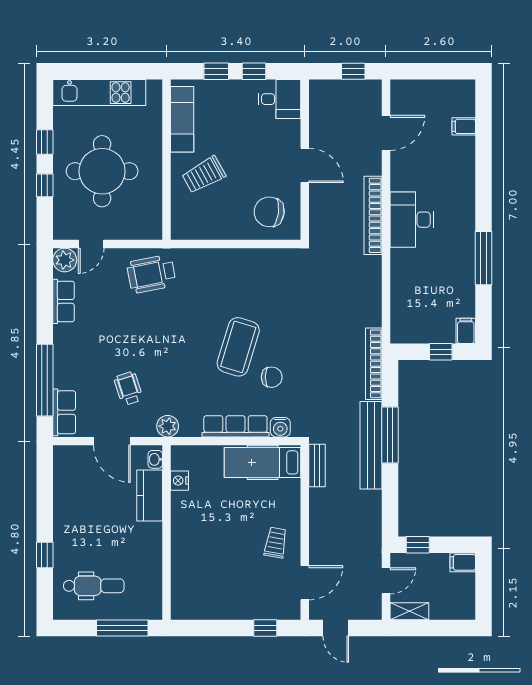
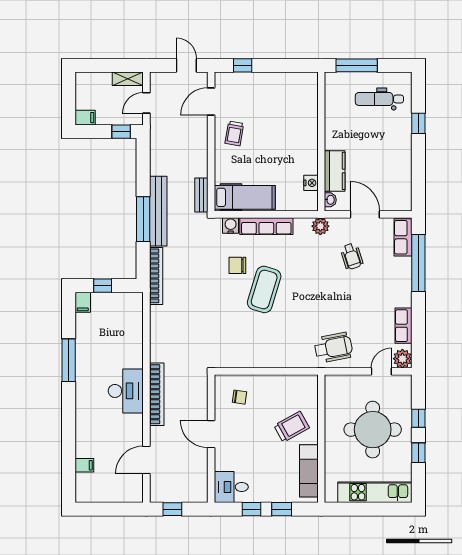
chair: (269, 212) -> (239, 397), width x0.54, depth x0.54

